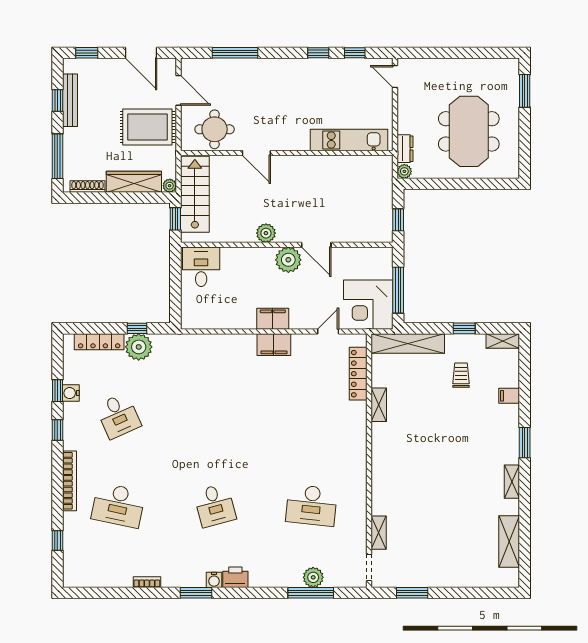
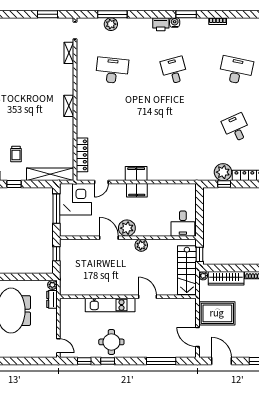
round table: (215, 129) -> (111, 342), moved
kitchen unit: (349, 140) -> (110, 305), moved
shelving: (379, 405) -> (69, 106), moved

